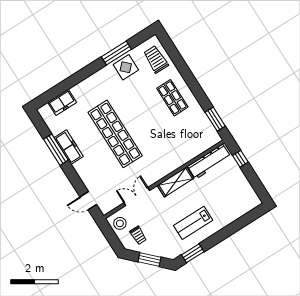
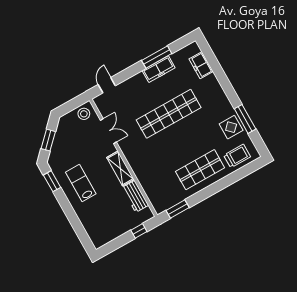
shop shelf: (172, 98) -> (200, 170), width x1.43, depth x1.36
workbench: (209, 162) -> (135, 197), width x0.73
trolley: (138, 235) -> (72, 131), removed

